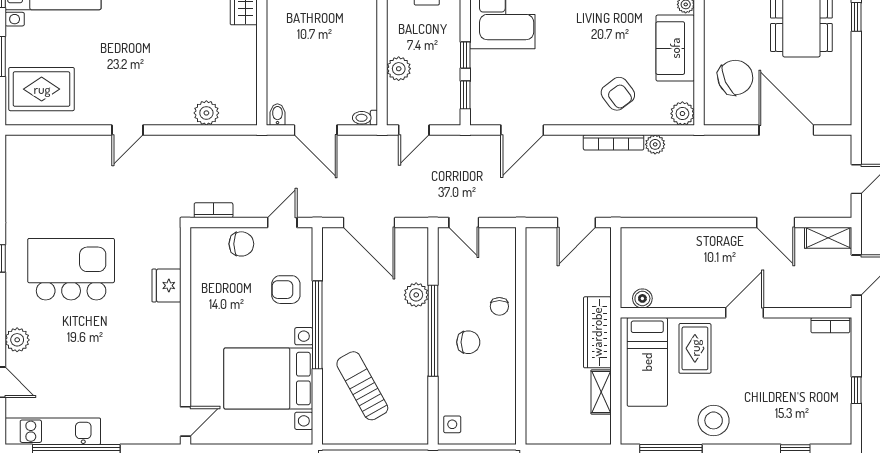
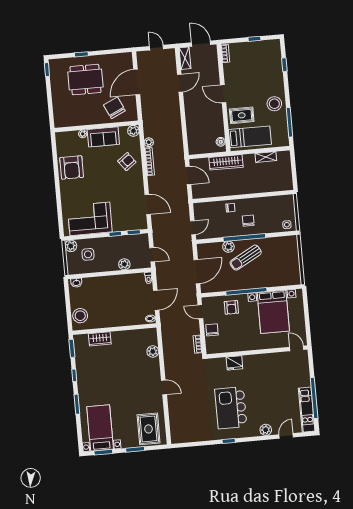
wardrobe: (597, 332) -> (226, 162), moved
sun lounger: (362, 386) -> (246, 258), moved

